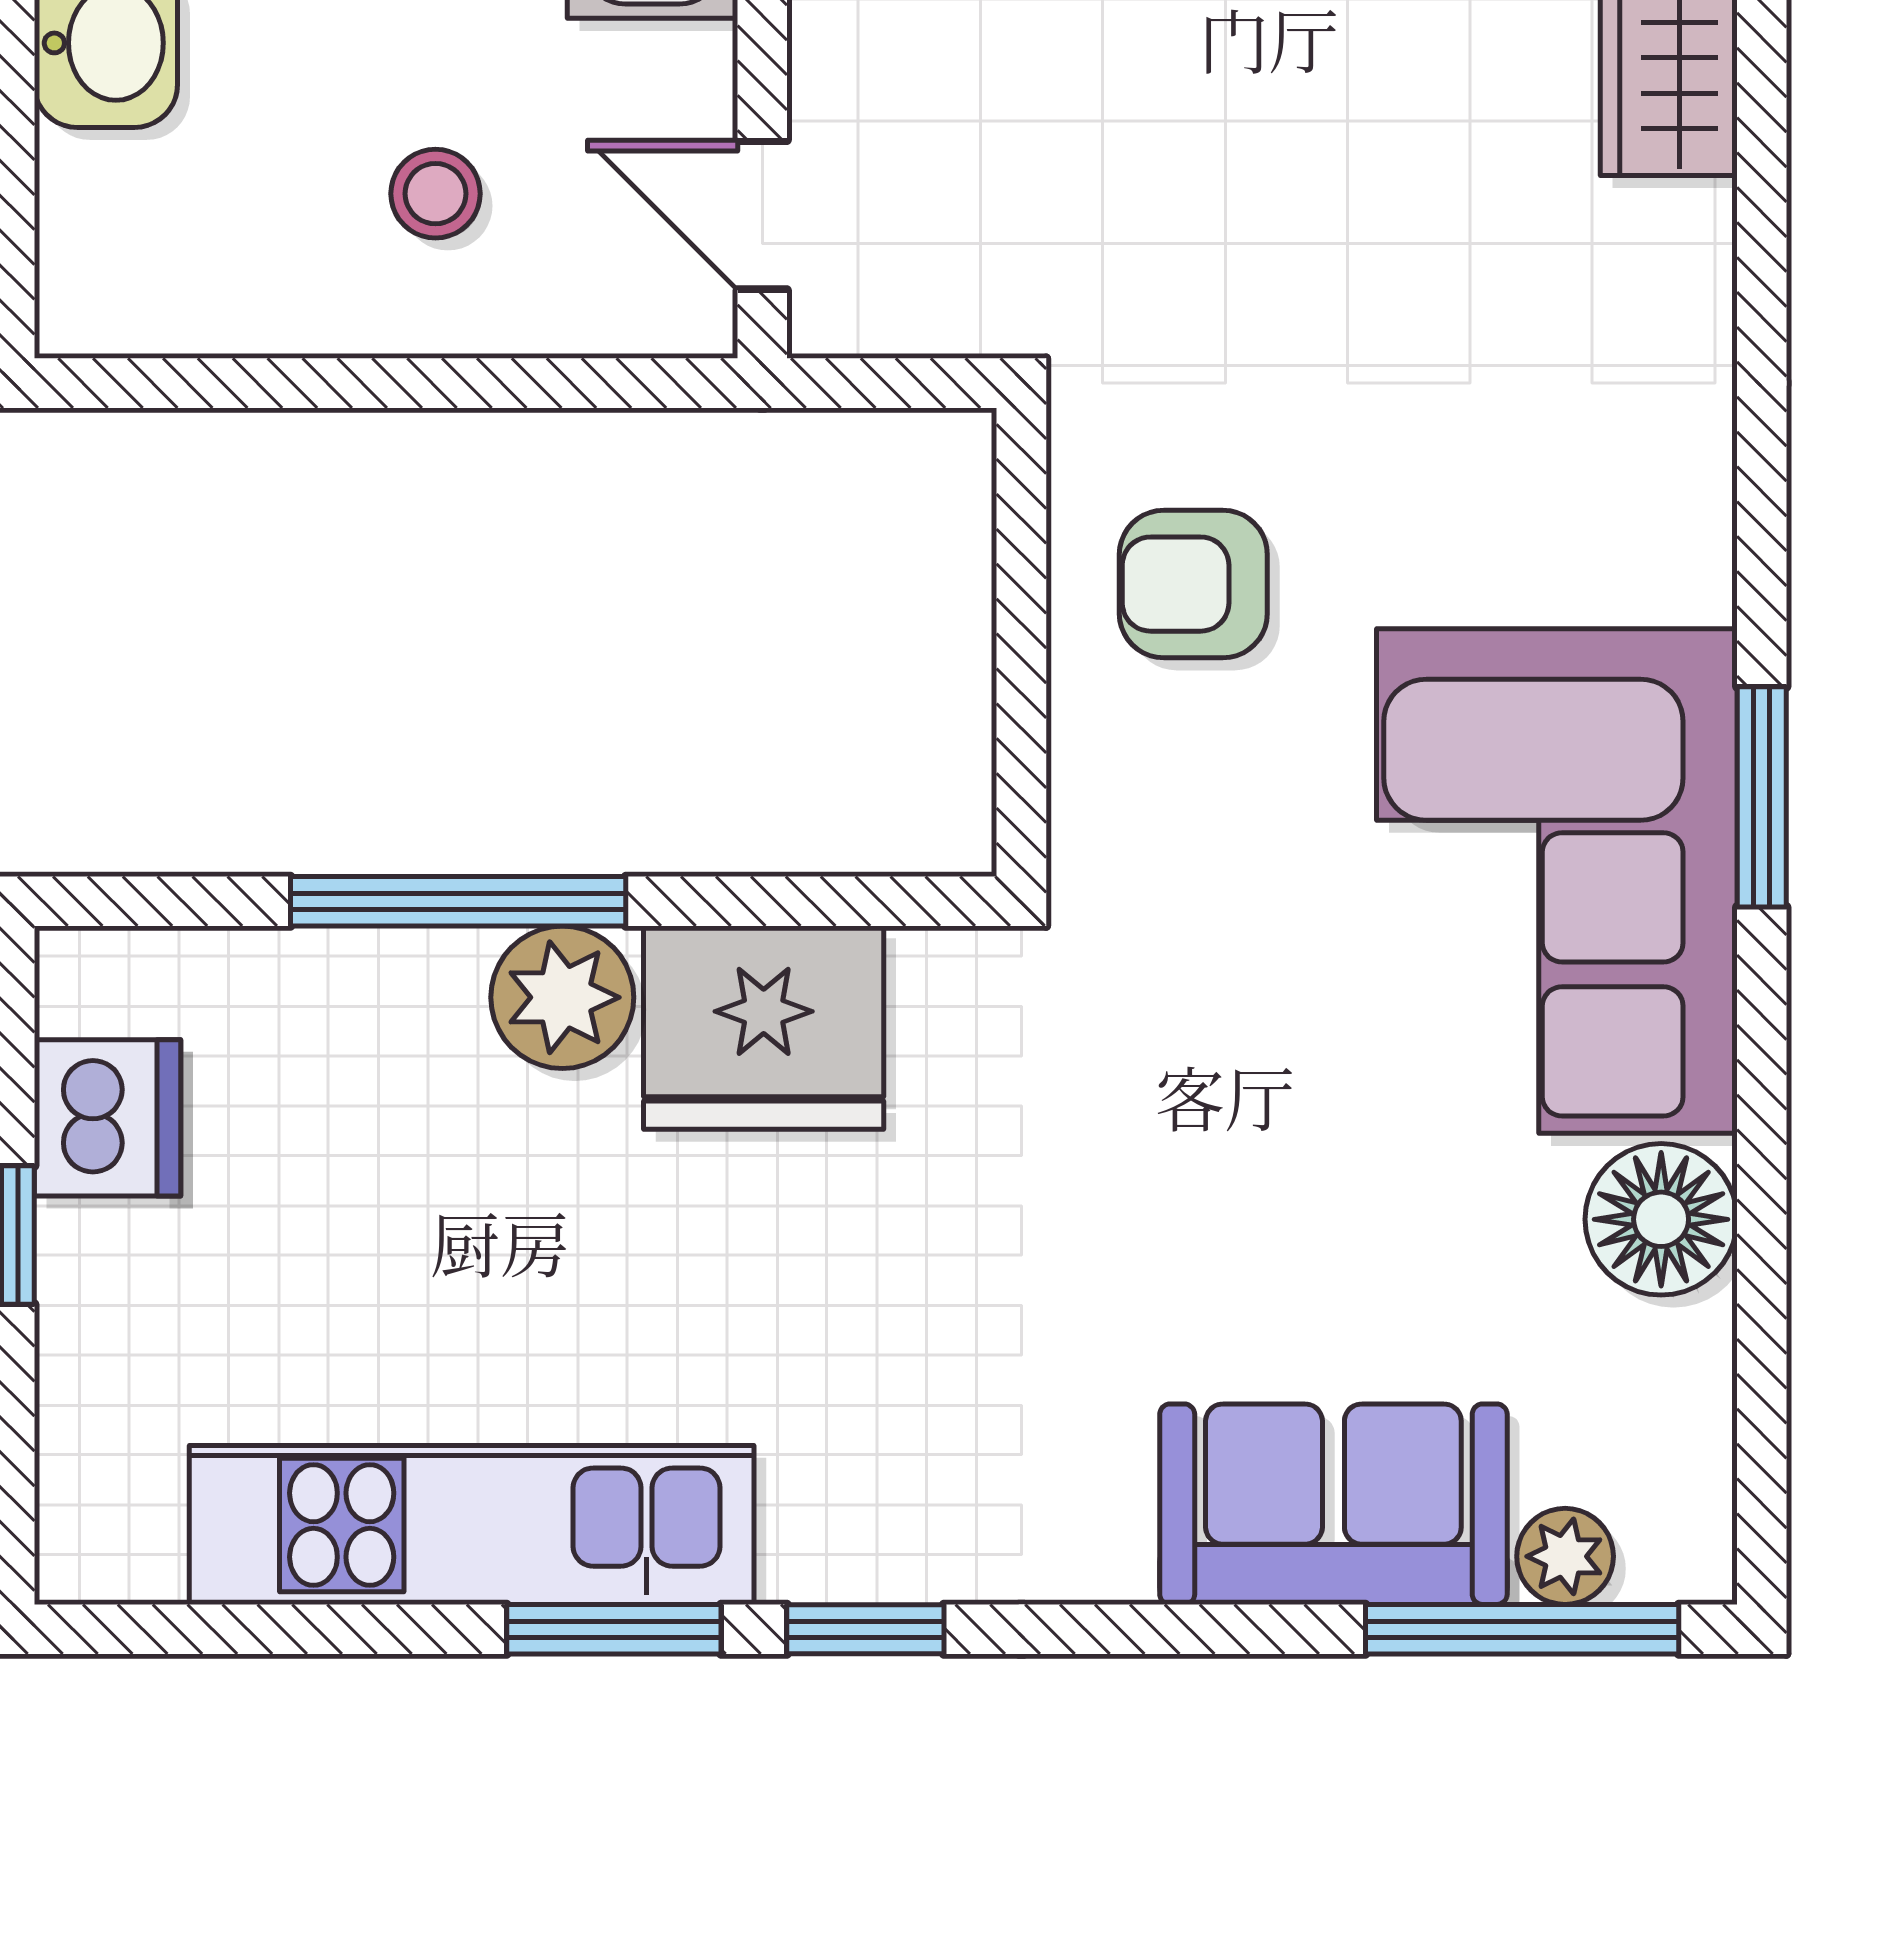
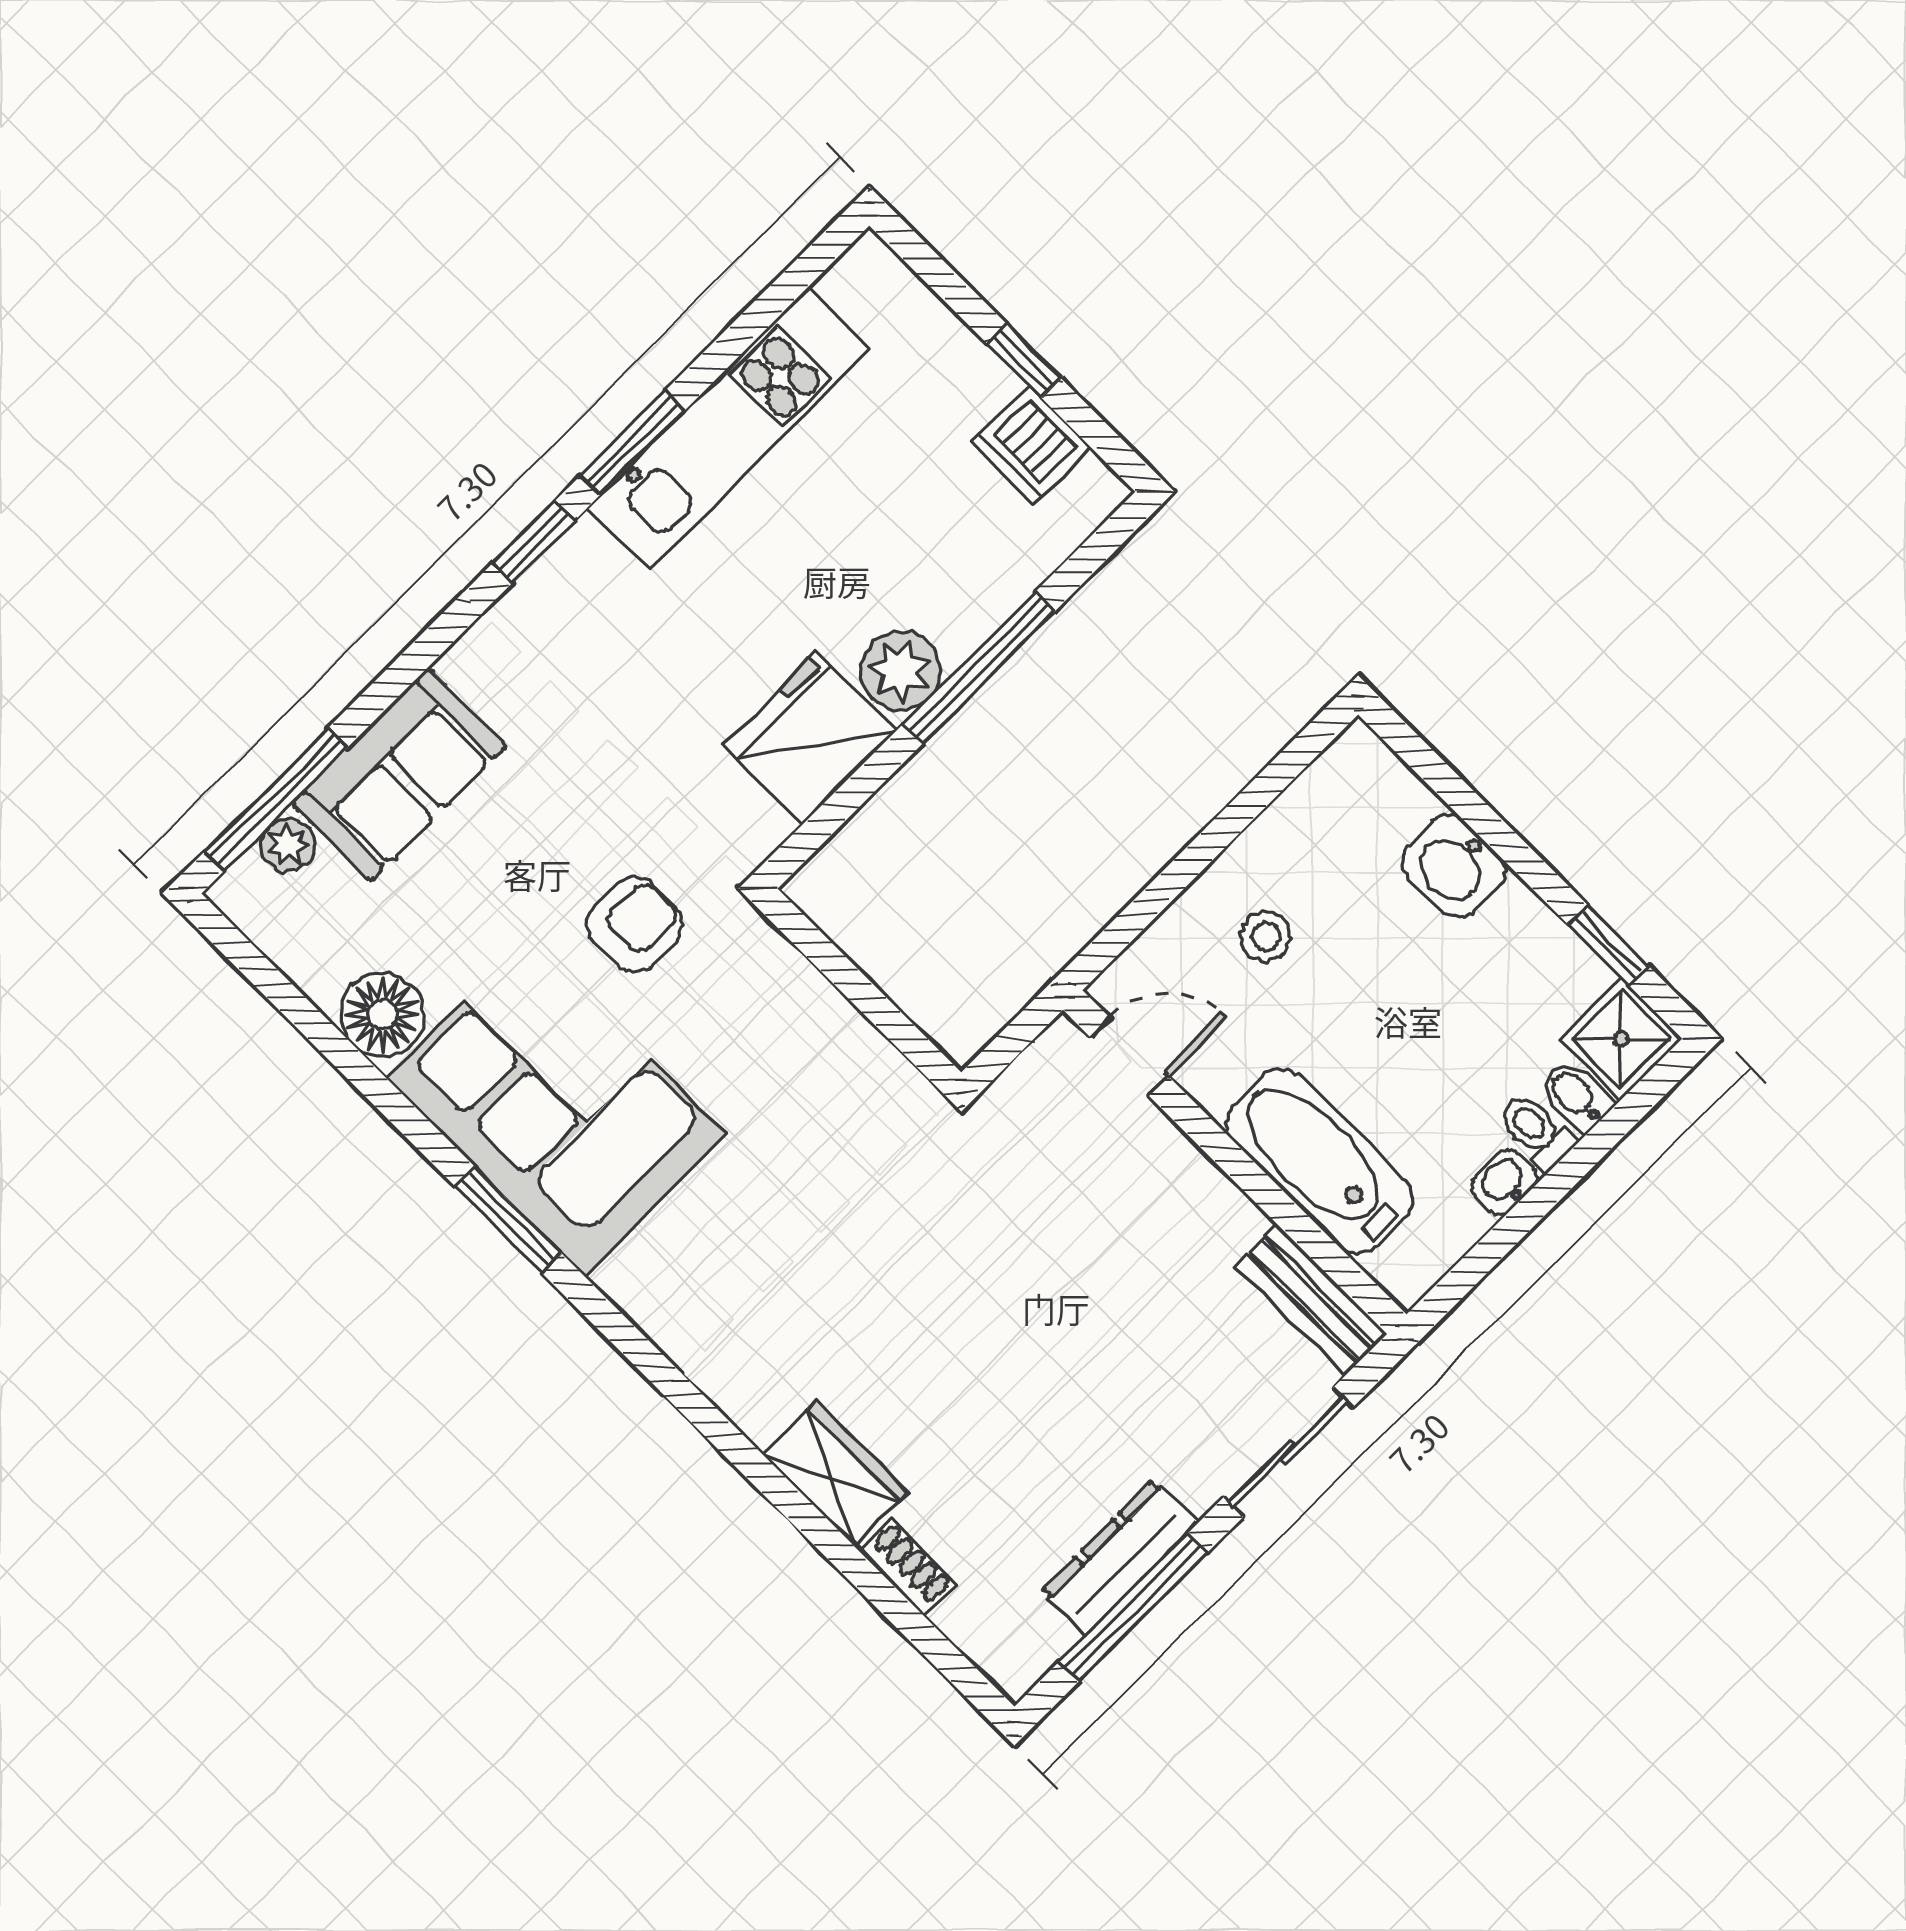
armchair: (1193, 584) -> (635, 924), moved

